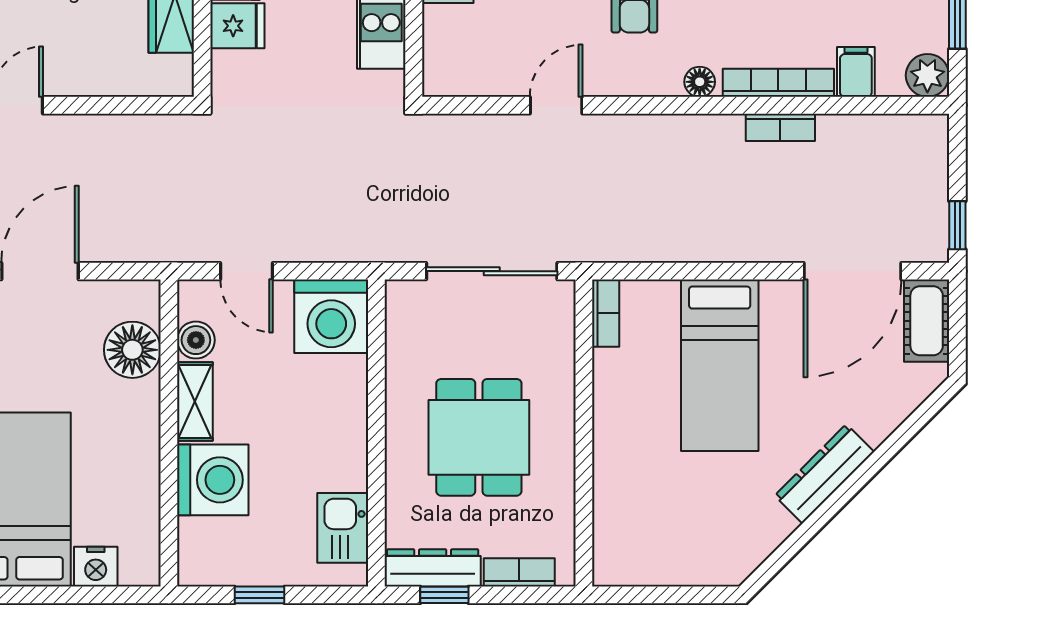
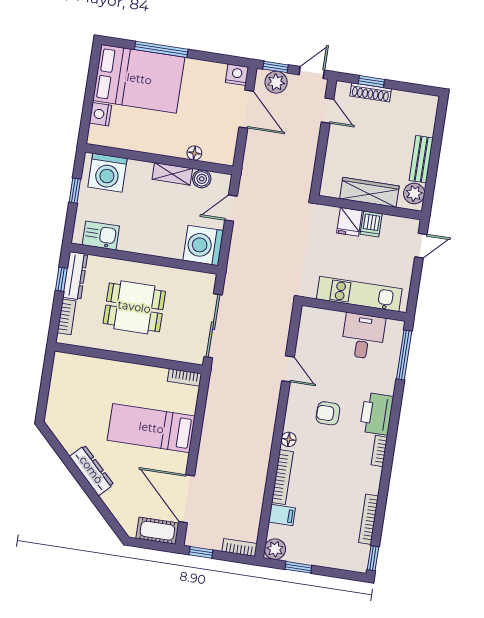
bookcase: (780, 127) -> (240, 547), moved, turned 90
floor lamp: (132, 350) -> (194, 153), width x0.53, depth x0.53
washing machine: (213, 480) -> (107, 173), moved

